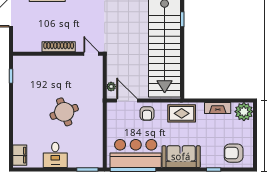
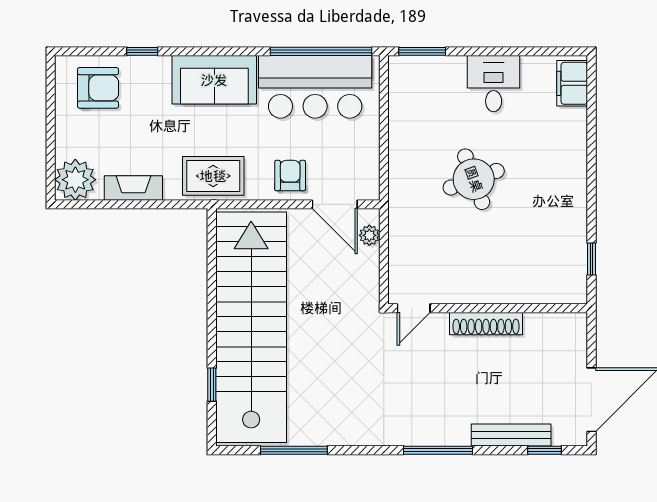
door: (91, 54) -> (414, 308), hinge flipped

